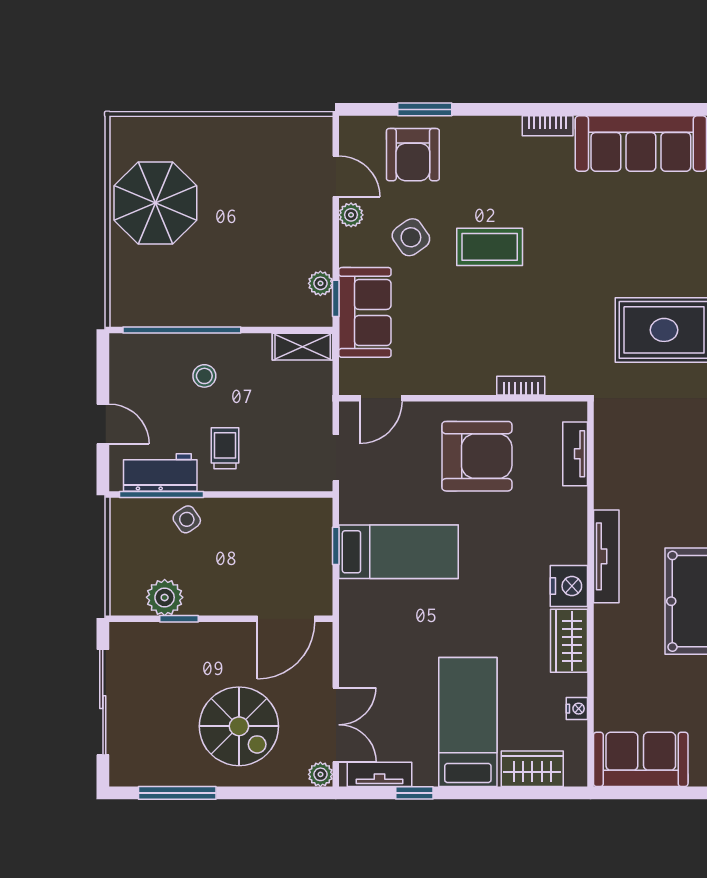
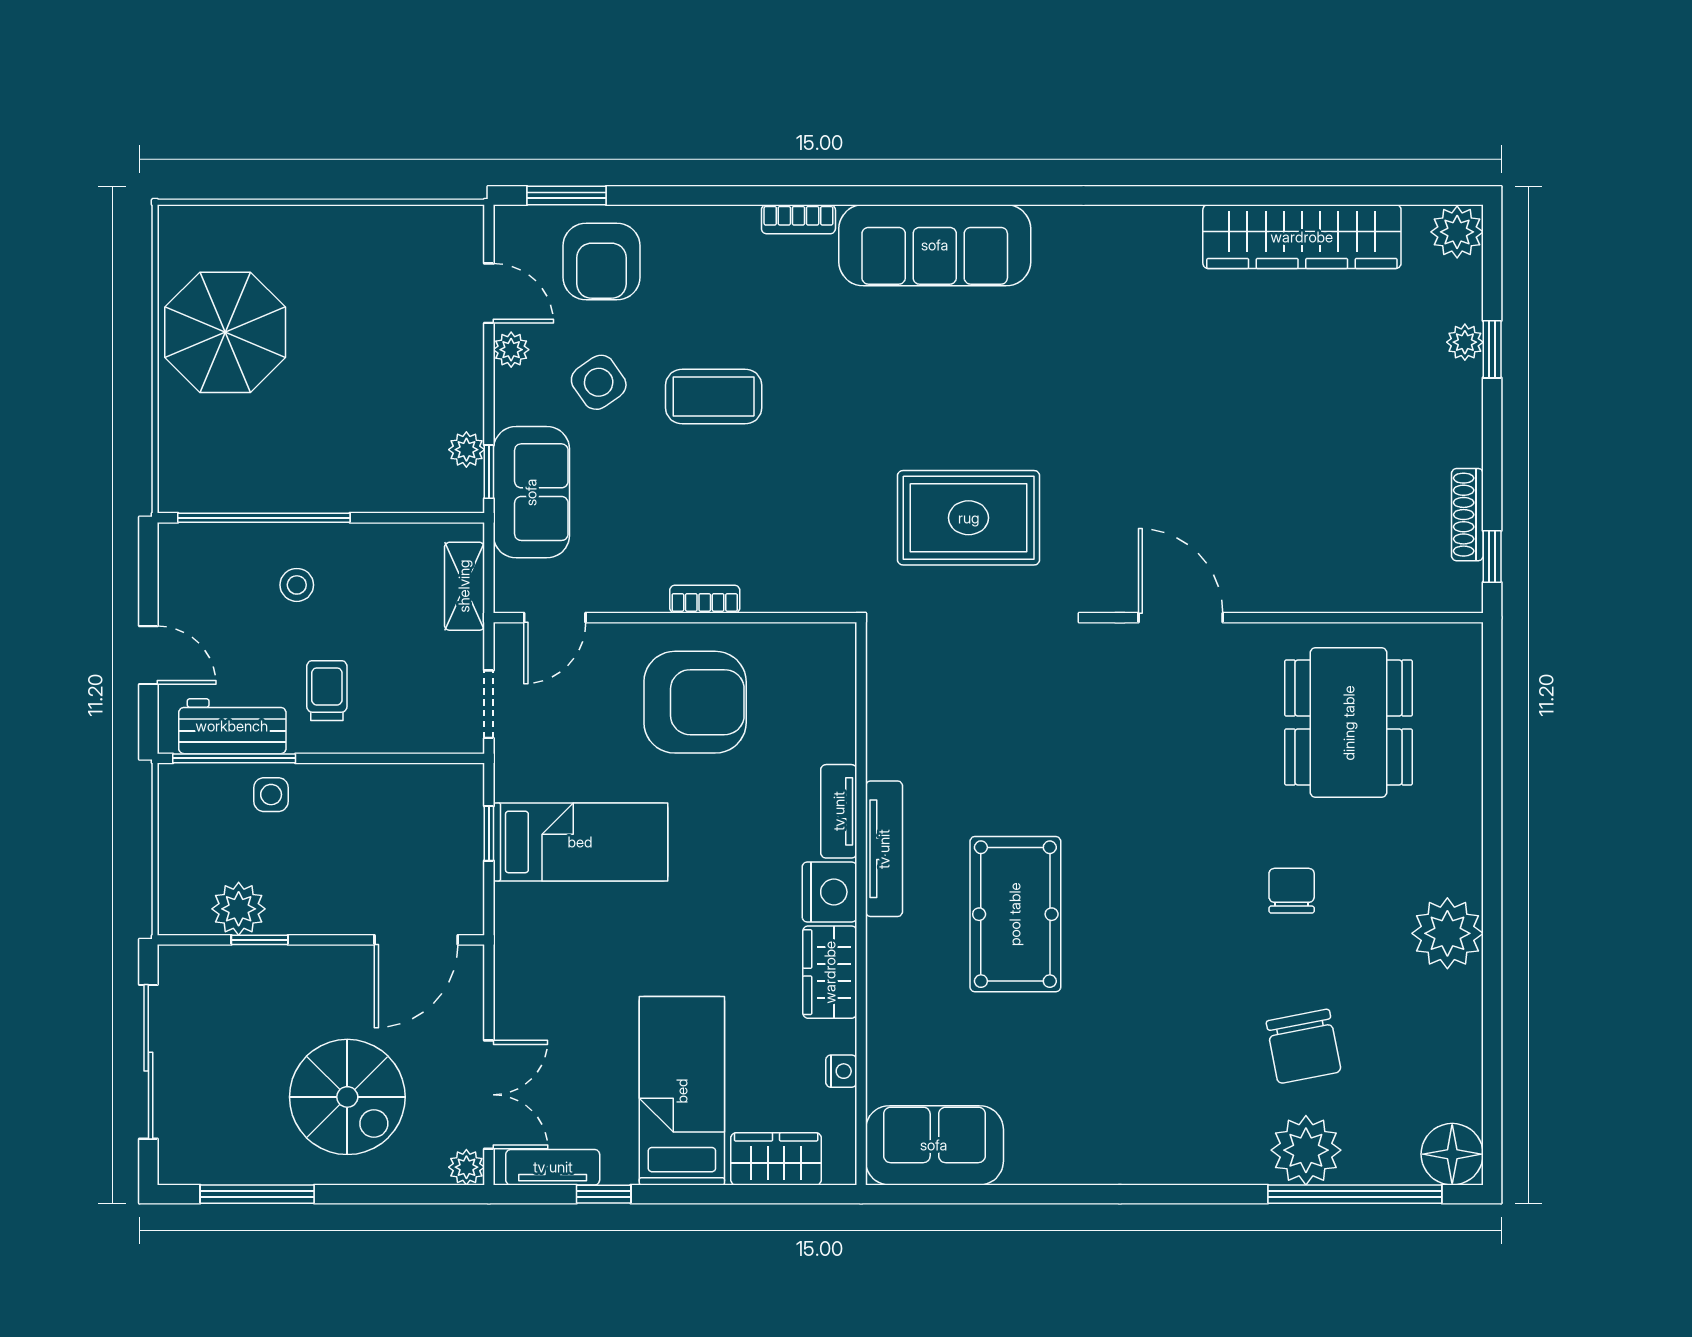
window: (425, 109) -> (567, 195), moved
shelving: (303, 347) -> (464, 586), moved, turned 90
bookcase: (521, 386) -> (705, 599), moved
tv unit: (575, 454) -> (839, 811), moved
side table: (187, 519) -> (271, 795), turned 35

